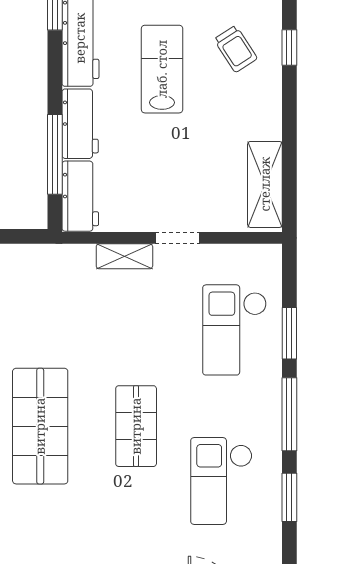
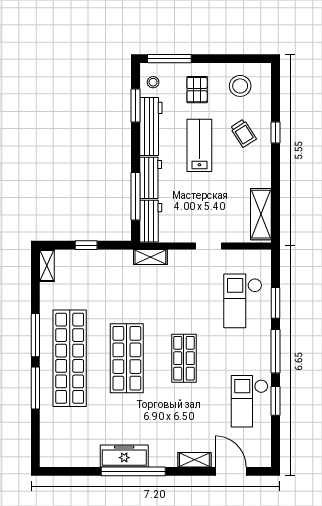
shelving: (124, 256) -> (150, 257), moved
checkout: (221, 481) -> (250, 401), moved

